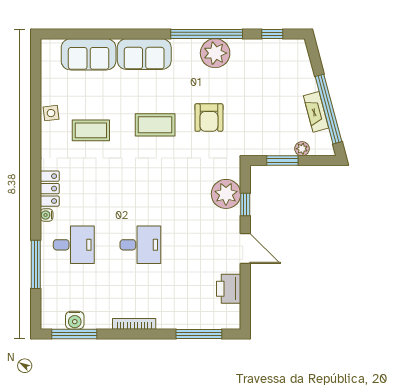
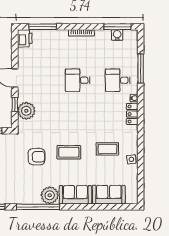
plant: (215, 53) -> (50, 195), moved
armchair: (209, 117) -> (37, 157), turned 90
printer: (229, 289) -> (25, 38), moved

